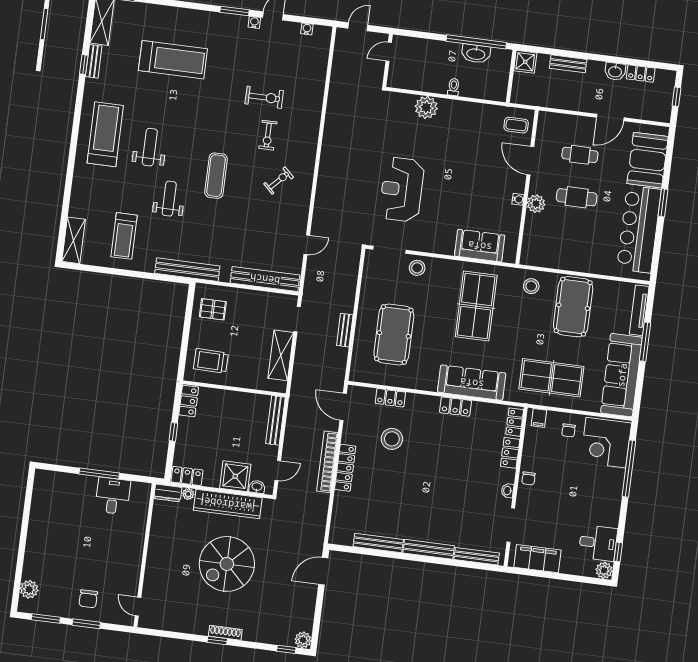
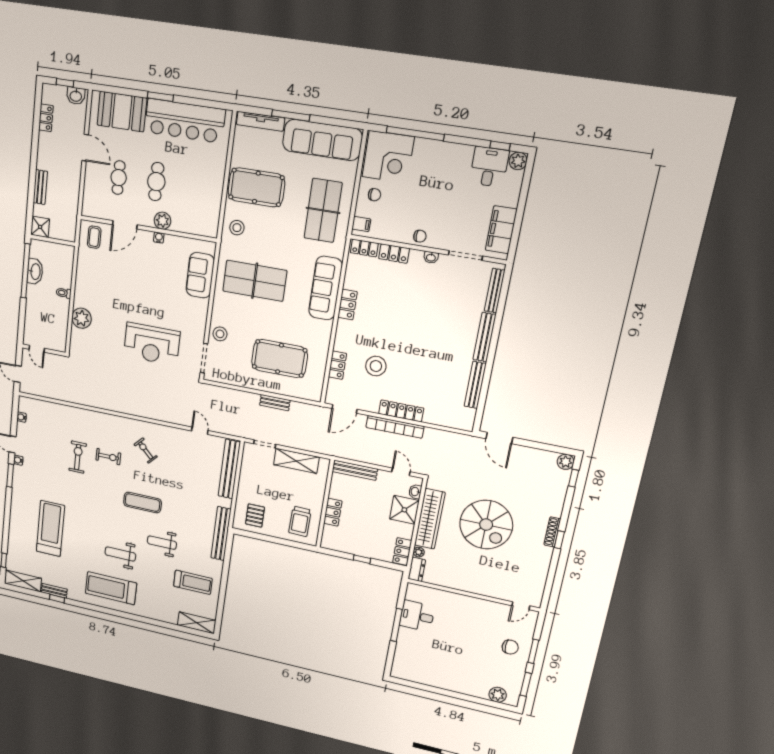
washbasin: (615, 71) -> (76, 96), moved, turned 90
locker: (189, 401) -> (333, 512), moved, turned 90

